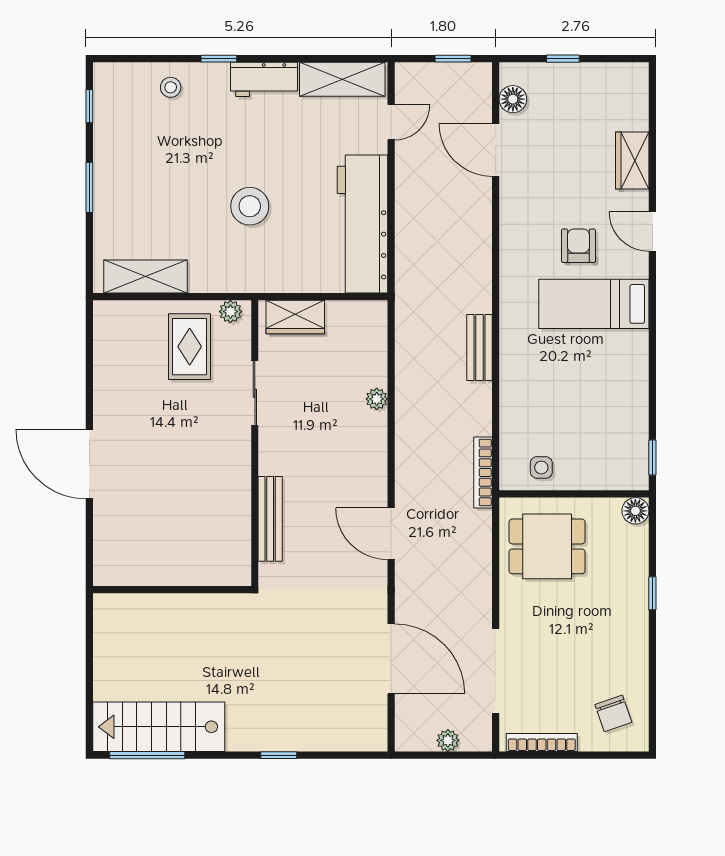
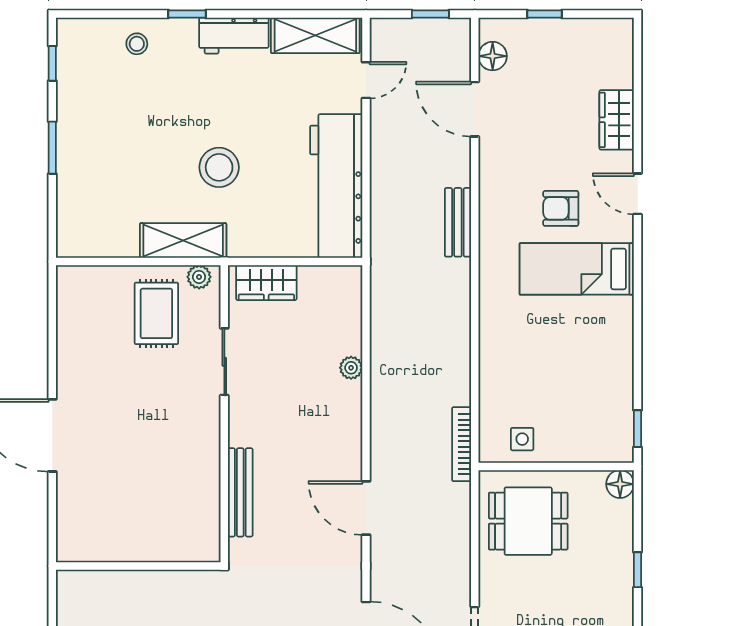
armchair: (578, 246) -> (561, 208), turned -90
shelving: (145, 277) -> (183, 240), moved
bench: (480, 348) -> (458, 222), moved

